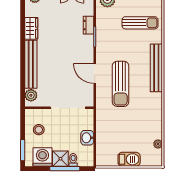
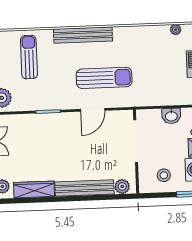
dresser: (88, 25) -> (34, 120), removed
wardrobe: (31, 28) -> (34, 189), width x1.50

